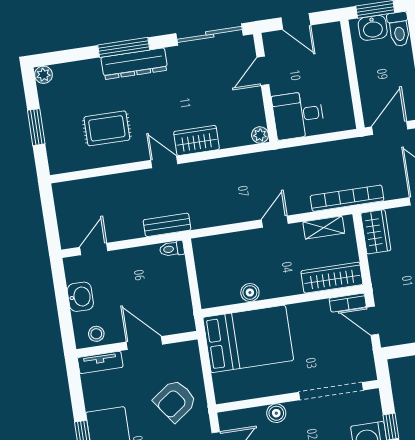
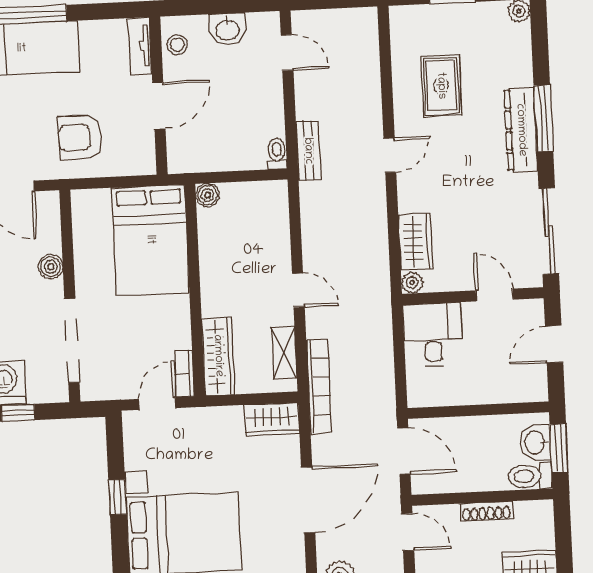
wardrobe: (196, 140) -> (416, 242), moved
boiler: (250, 293) -> (208, 195), moved
armchair: (175, 401) -> (80, 138), turned -54

